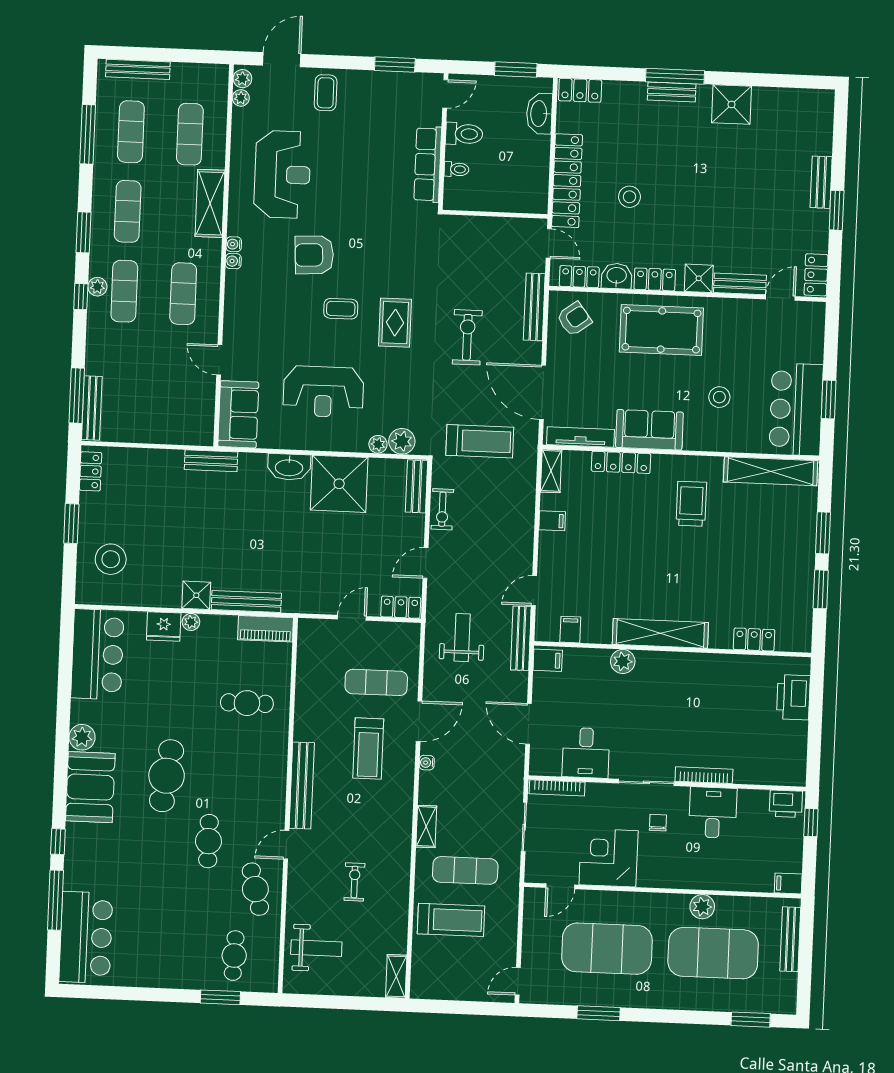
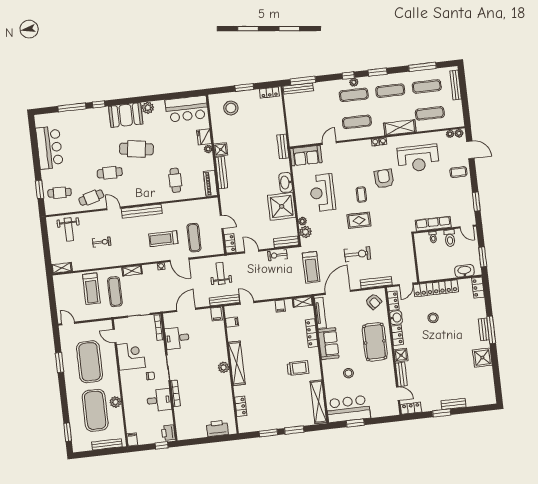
weight bench: (462, 638) -> (221, 273), turned -90
plant: (623, 661) -> (223, 367), moved
bar counter: (86, 937) -> (49, 148), moved, turned -90

